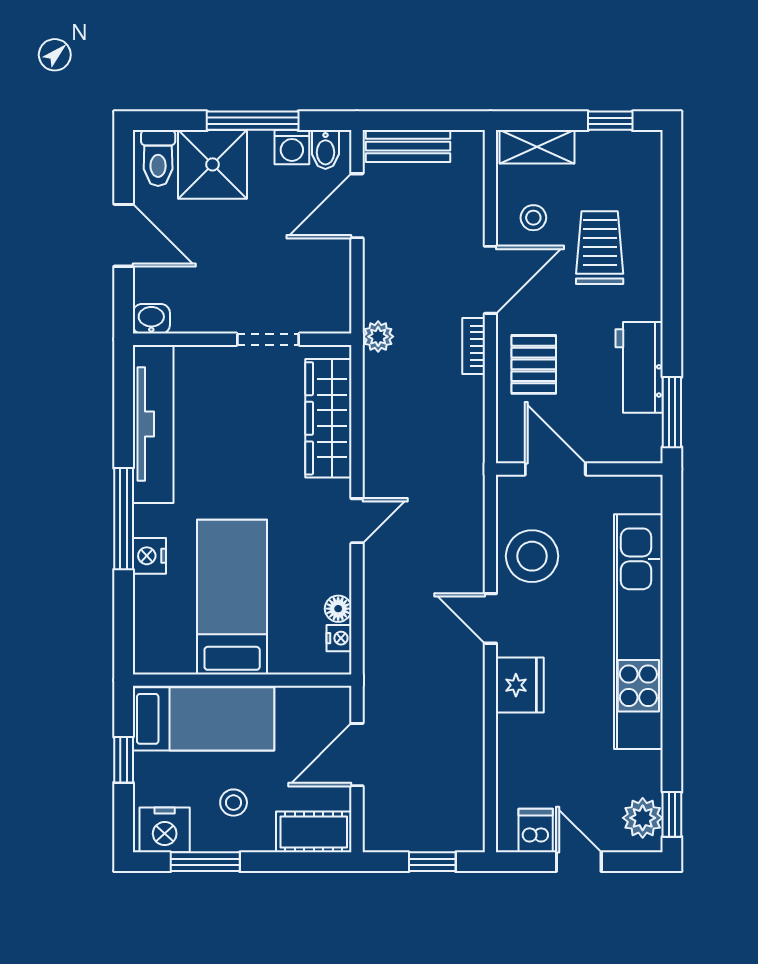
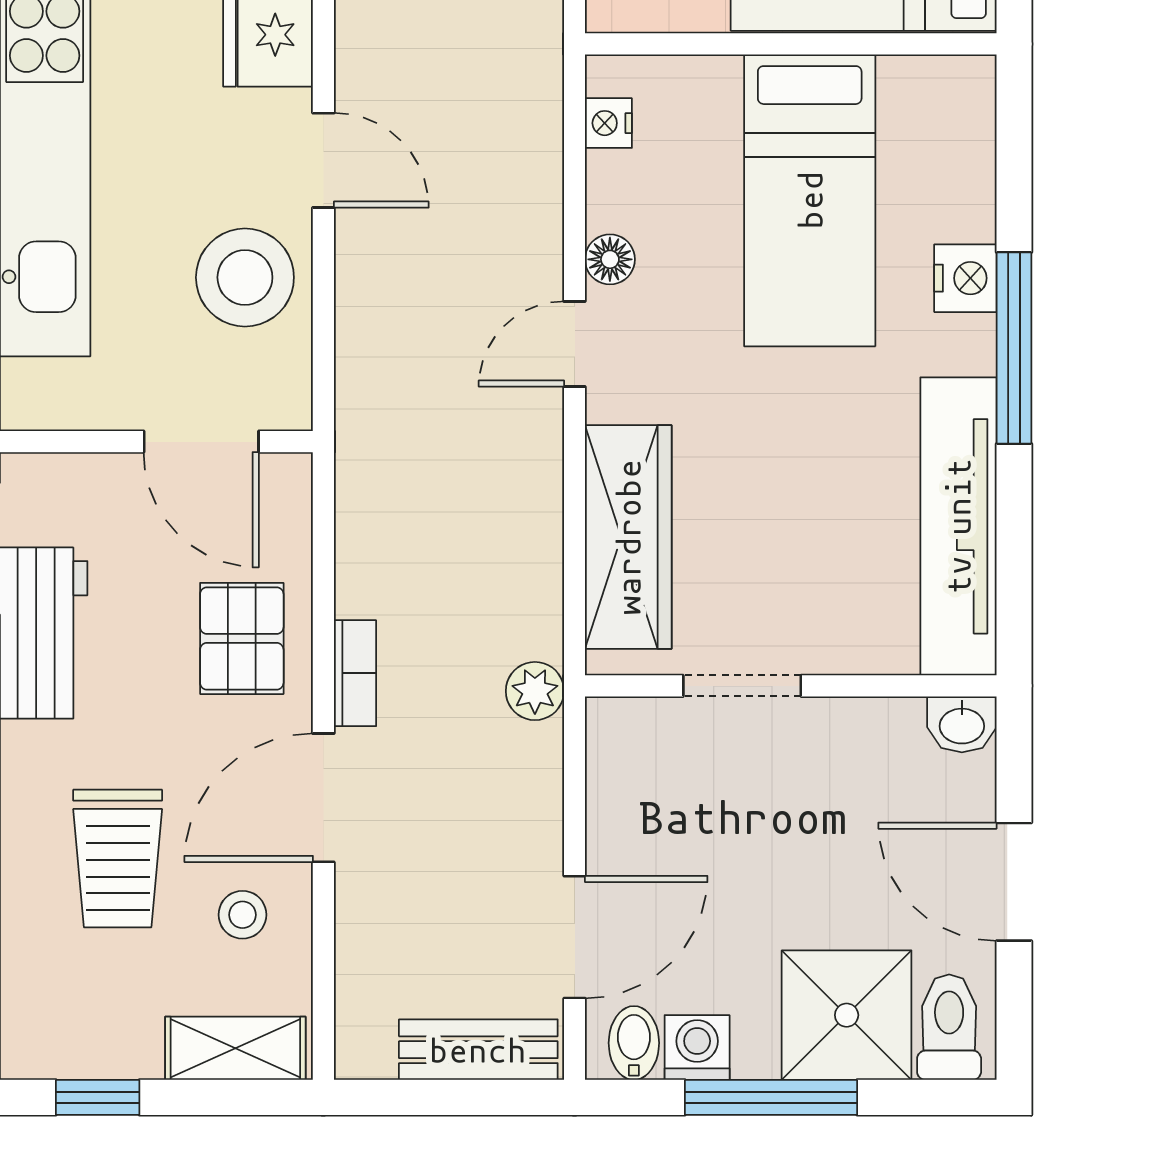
floor lamp: (338, 609) -> (610, 259), moved

